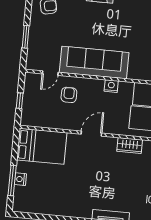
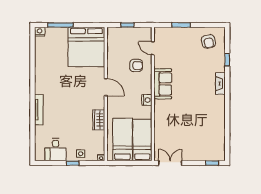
sofa: (94, 63) -> (163, 84), width x0.54, depth x0.79
bed: (42, 146) -> (86, 47), width x1.36
nightstand: (20, 179) -> (40, 32), moved

